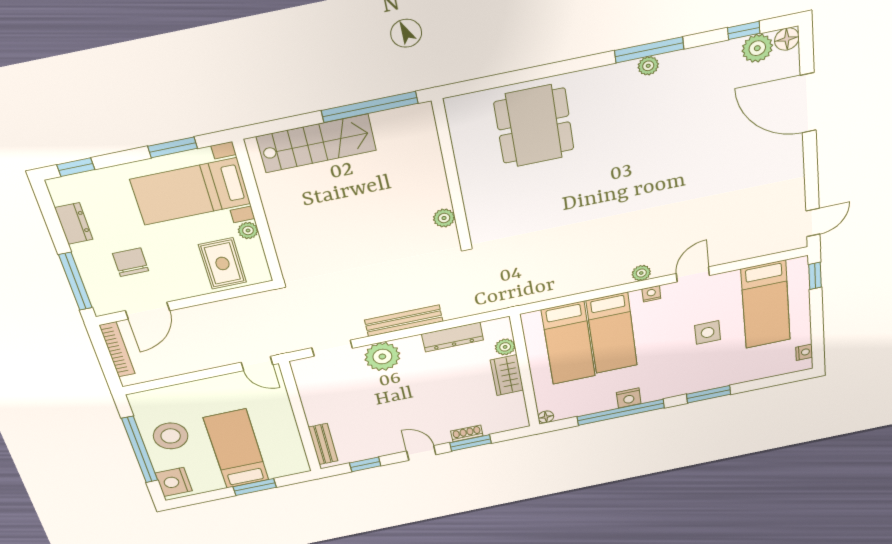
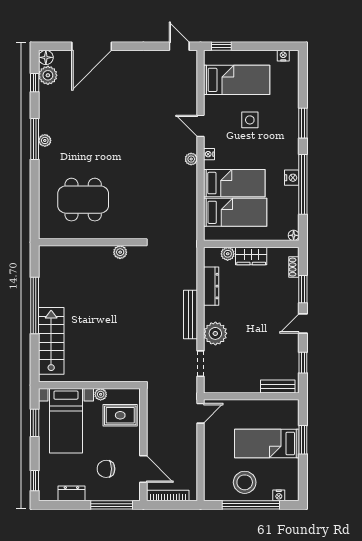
dining table: (534, 126) -> (83, 200), moved
wall: (451, 173) -> (89, 242), moved
plant: (444, 218) -> (120, 252), moved
shoe rack: (467, 433) -> (294, 267), moved
nightstand: (174, 482) -> (279, 495), width x0.53, depth x0.56

